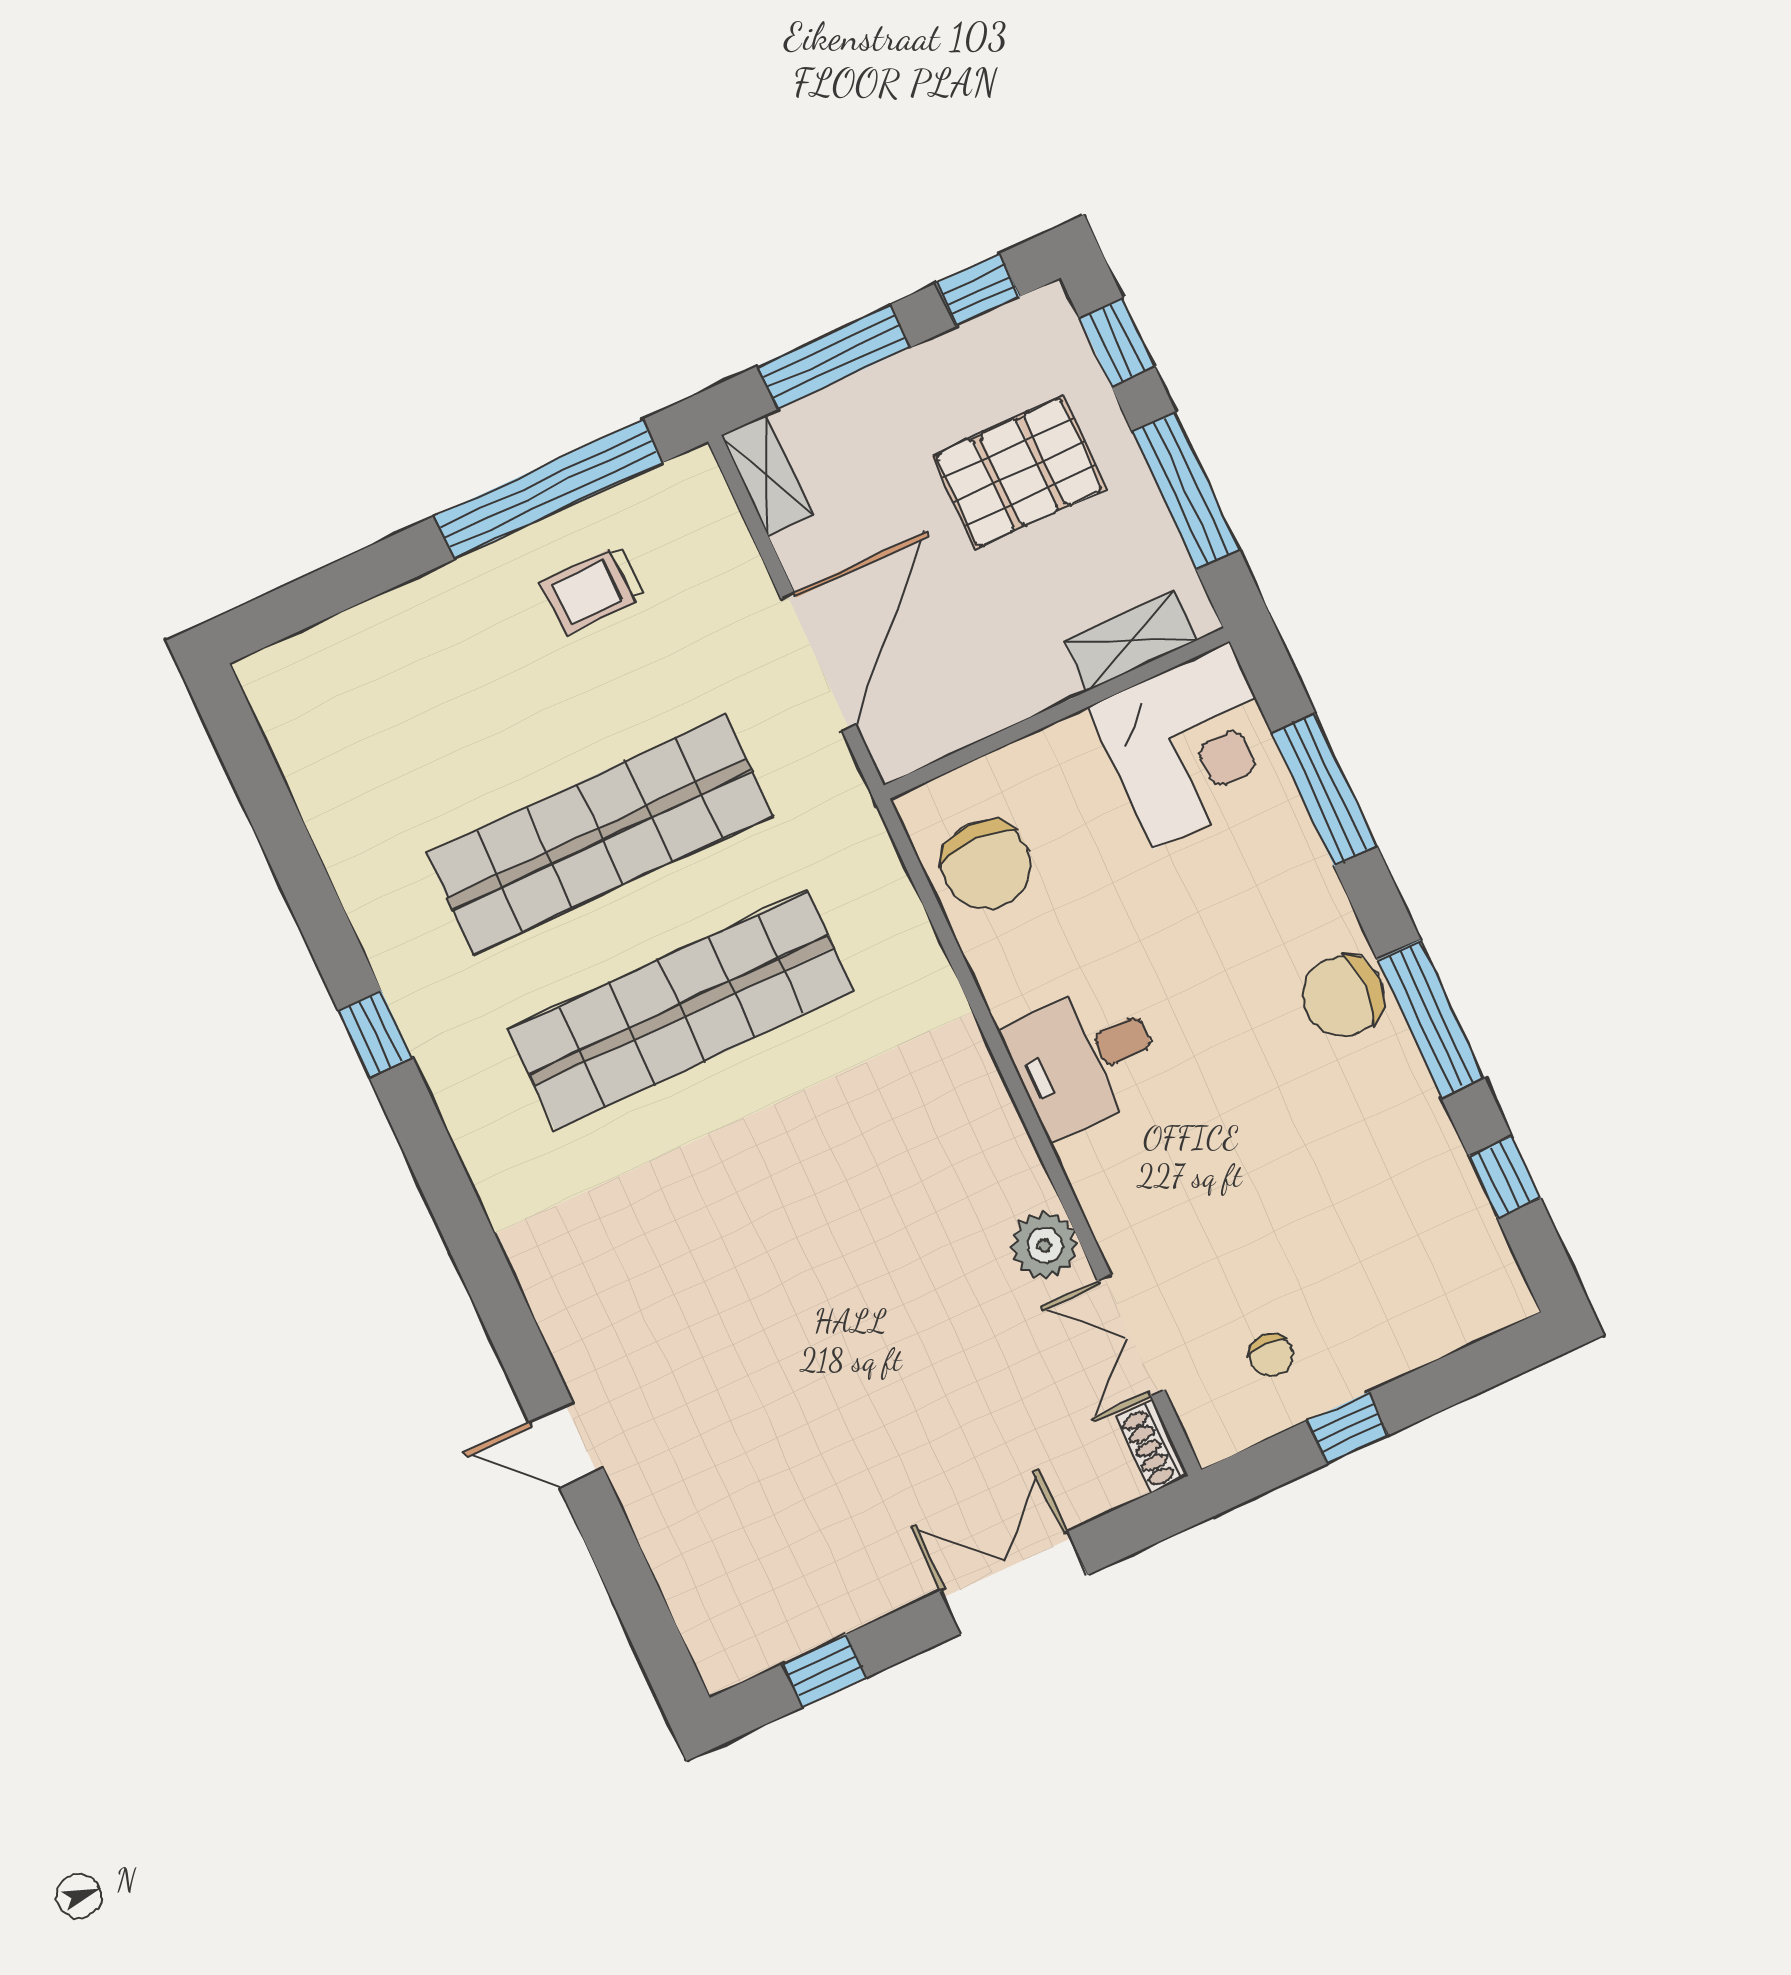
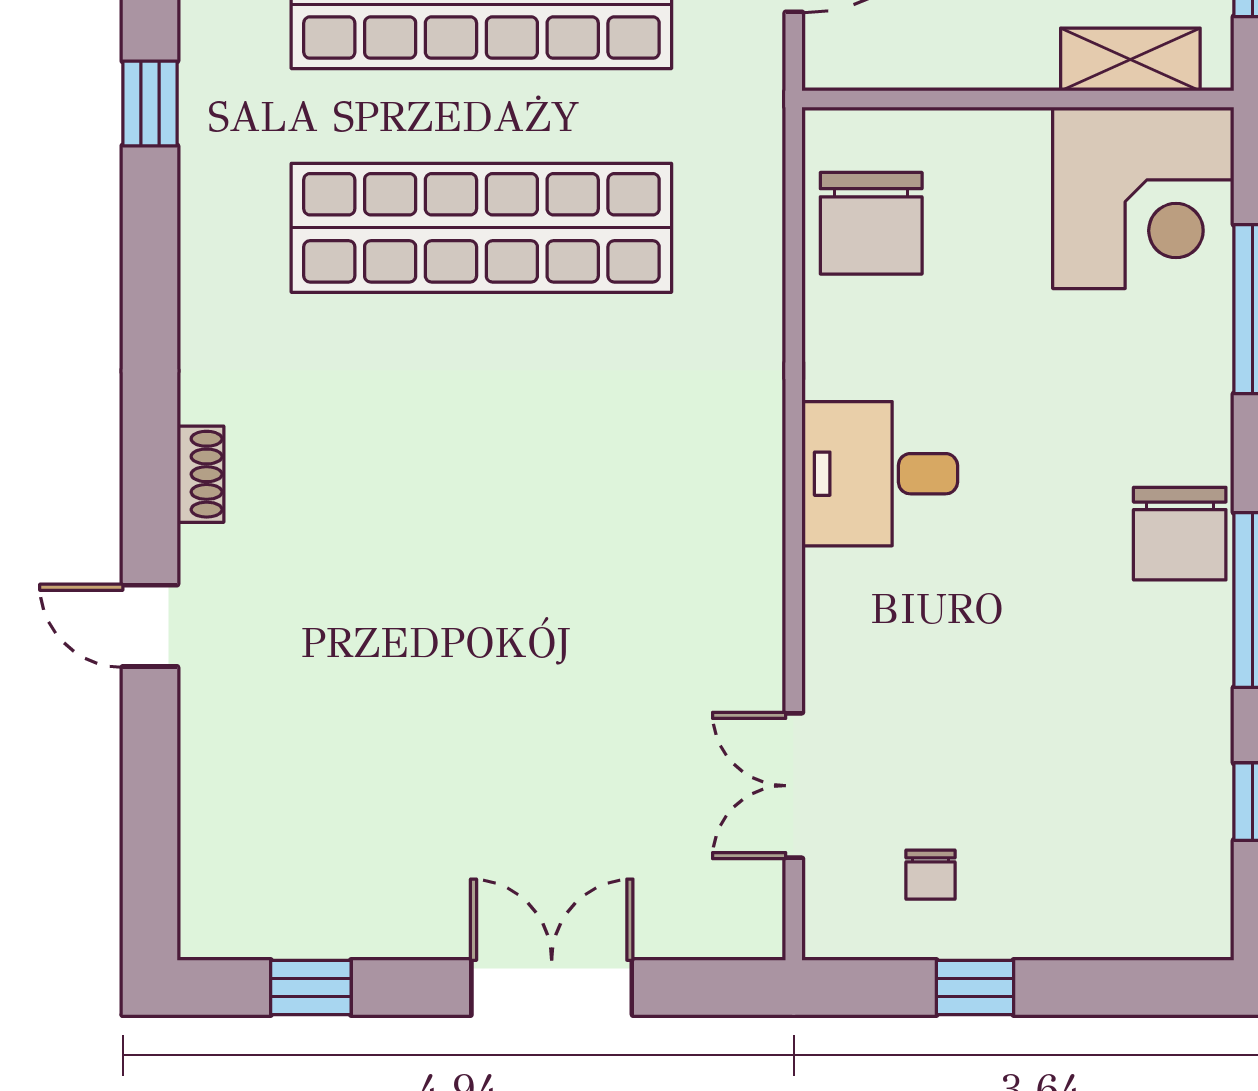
chair: (1343, 996) -> (1180, 534), turned -90
plant: (1045, 1245) -> (747, 649), removed
shoe rack: (1152, 1446) -> (200, 474), moved, turned 180

